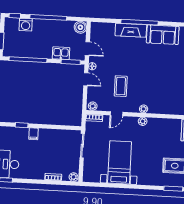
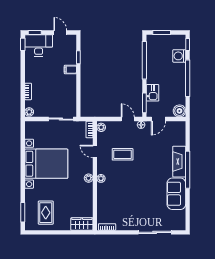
door: (86, 79) -> (128, 119), swing flipped
bed with nightstands: (120, 162) -> (46, 164), width x1.36

